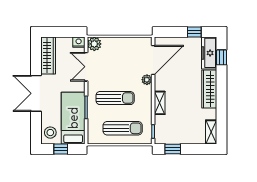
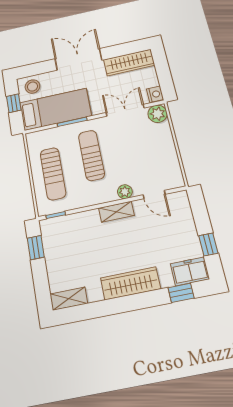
freezer: (209, 53) -> (190, 271), width x0.71
door: (153, 60) -> (154, 195), width x0.53
sun lounger: (115, 98) -> (91, 155), turned 180
shelving: (160, 103) -> (116, 212), moved

